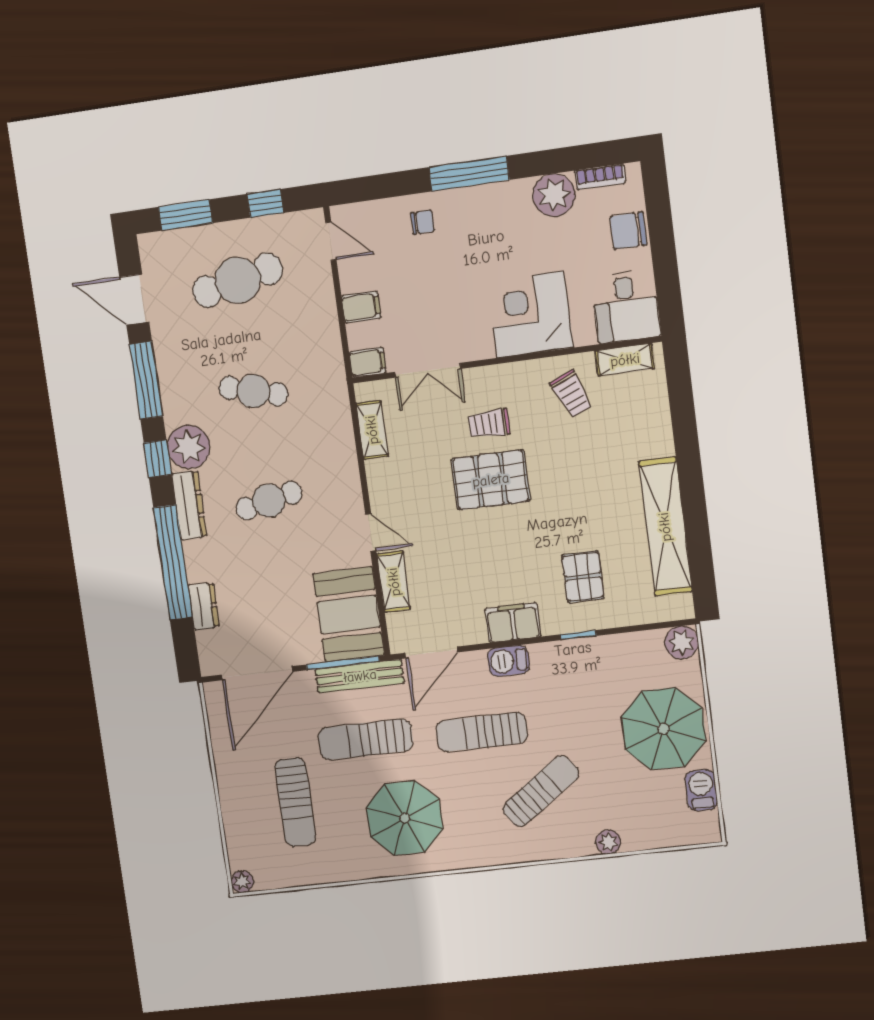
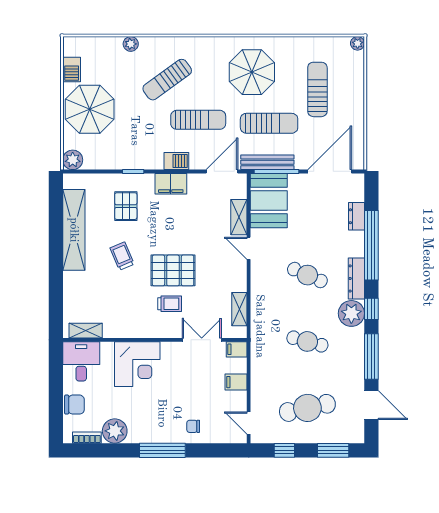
trolley: (571, 394) -> (122, 256), moved
cafe table: (269, 501) -> (307, 275), turned 36

